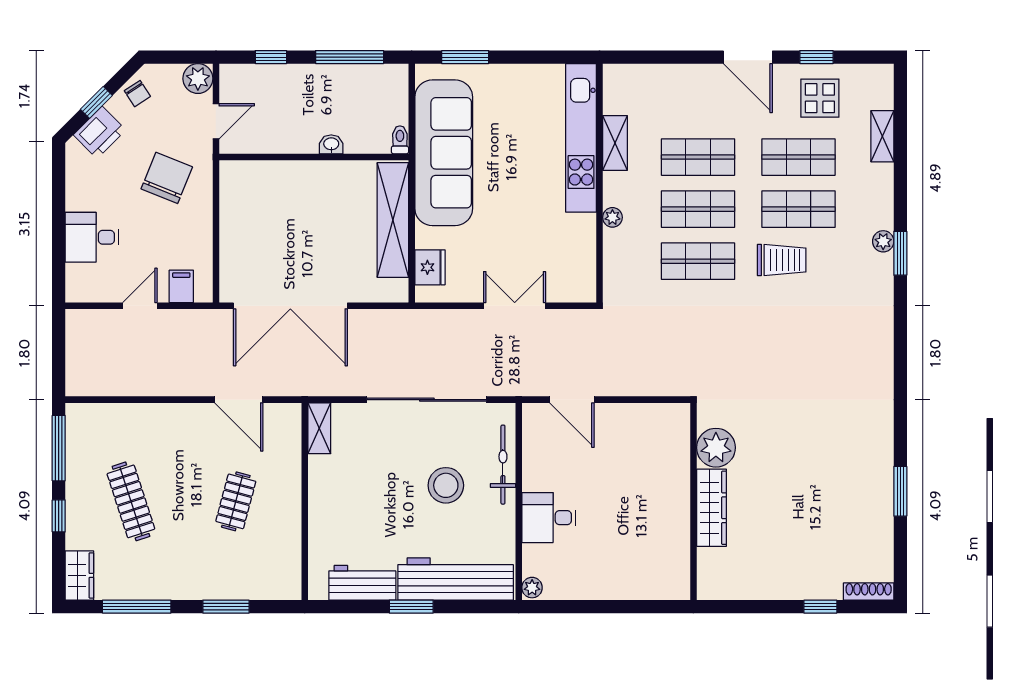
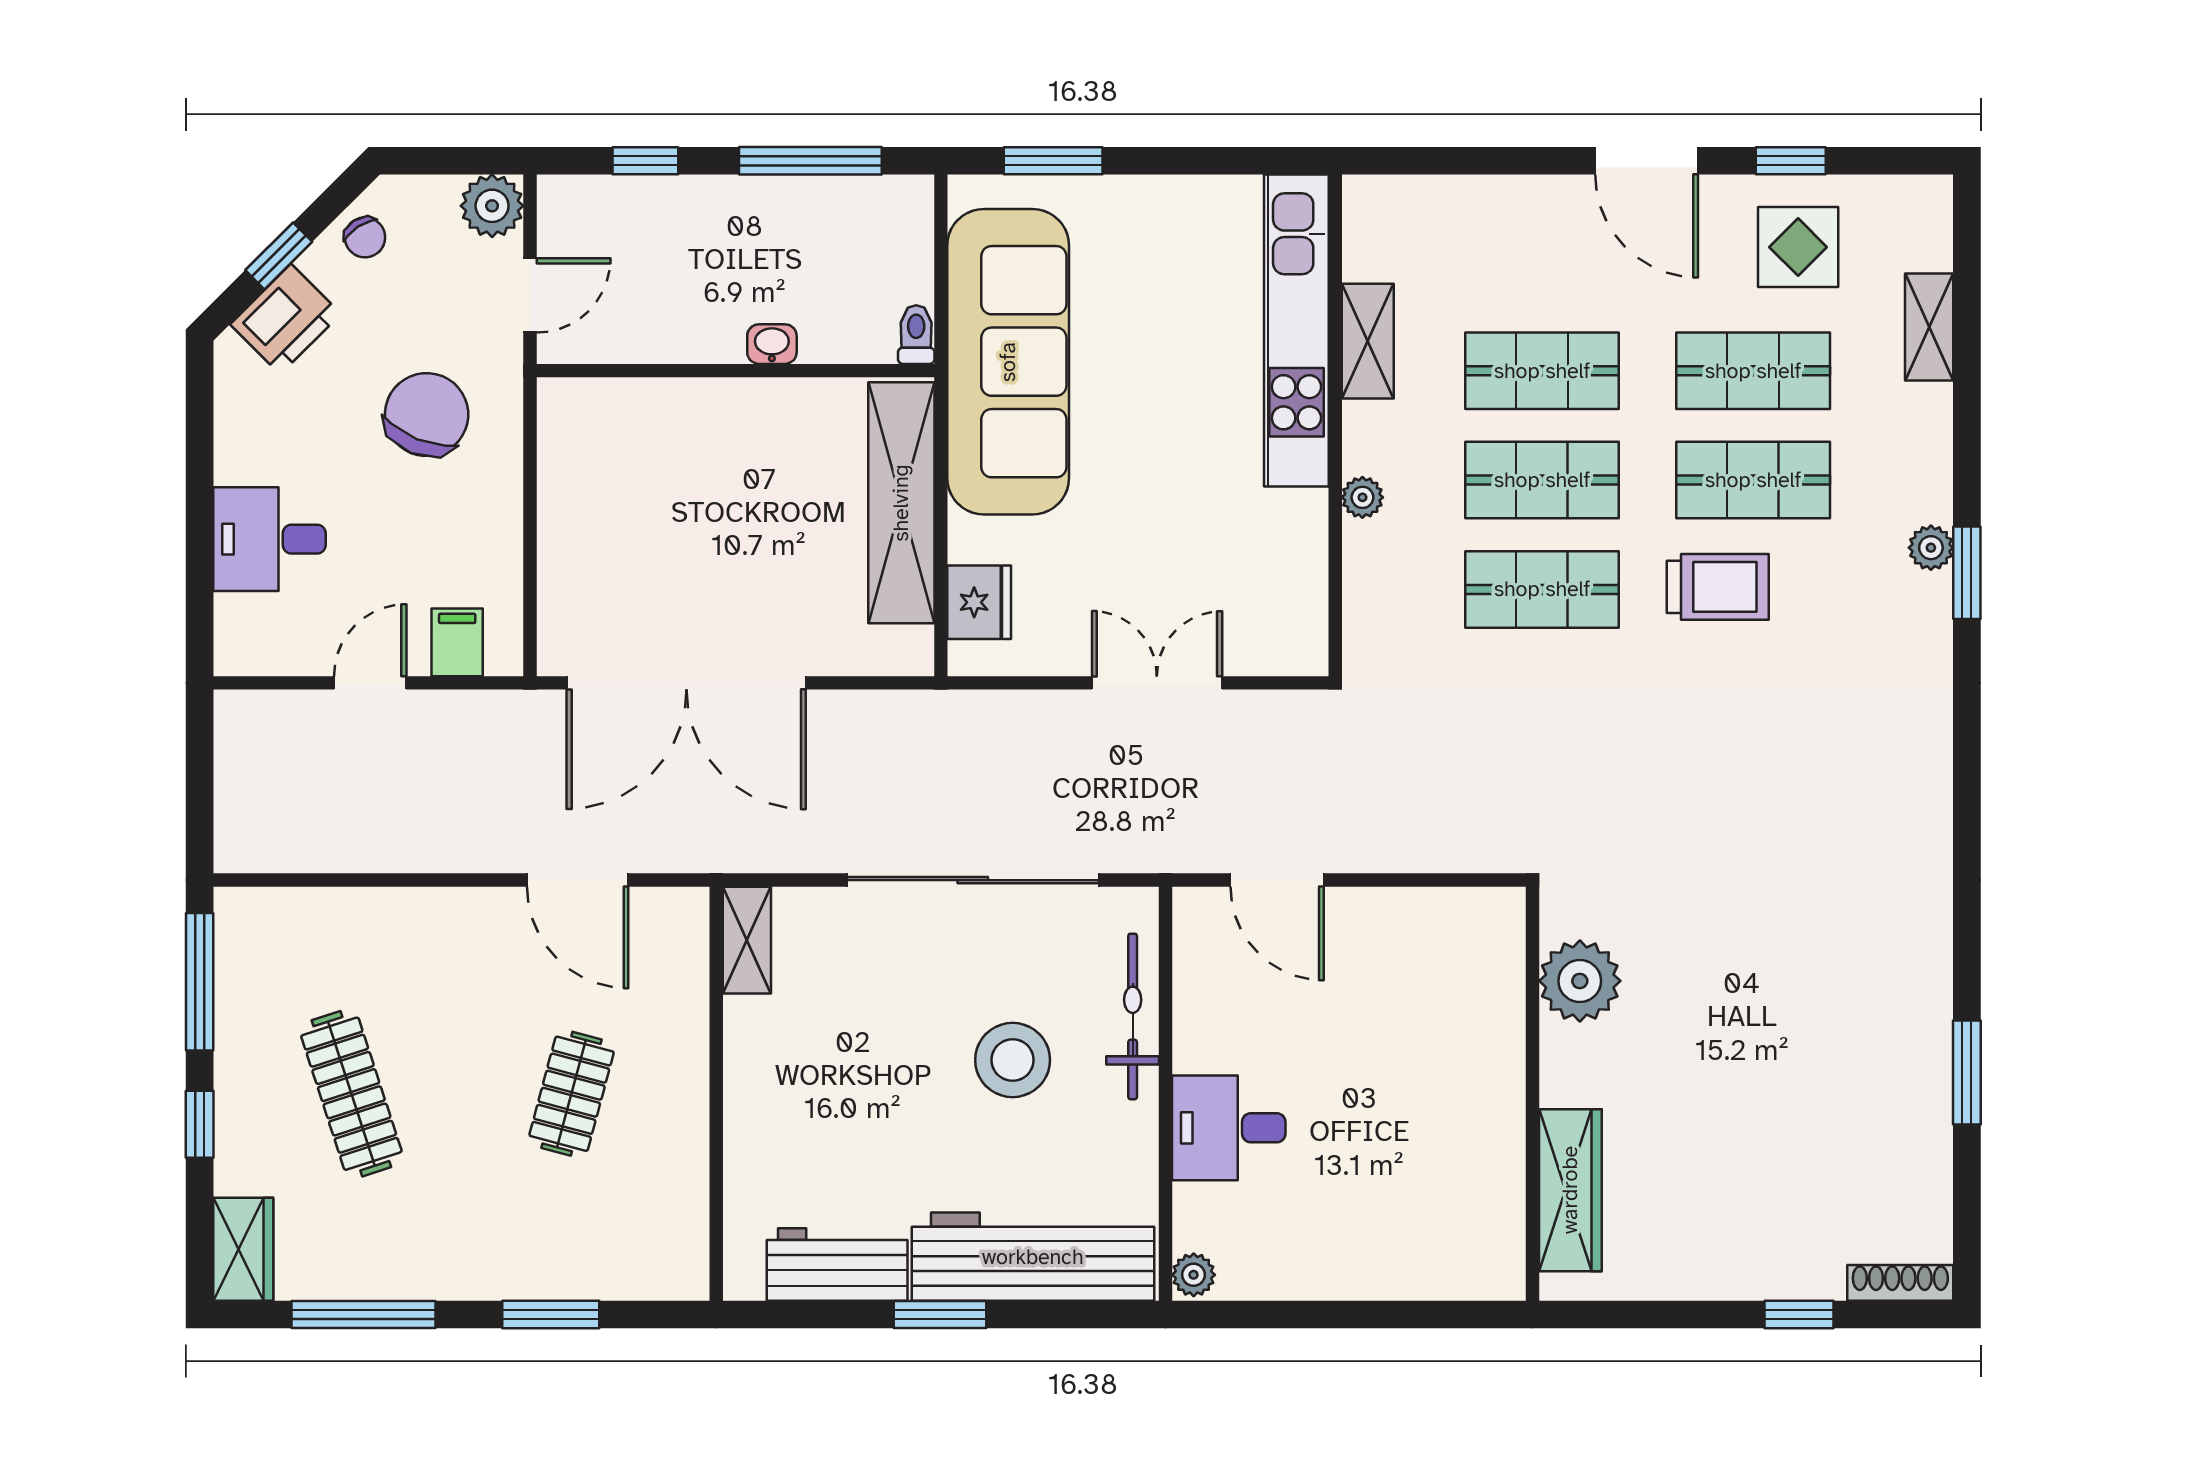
wardrobe: (711, 508) -> (1570, 1190), moved

